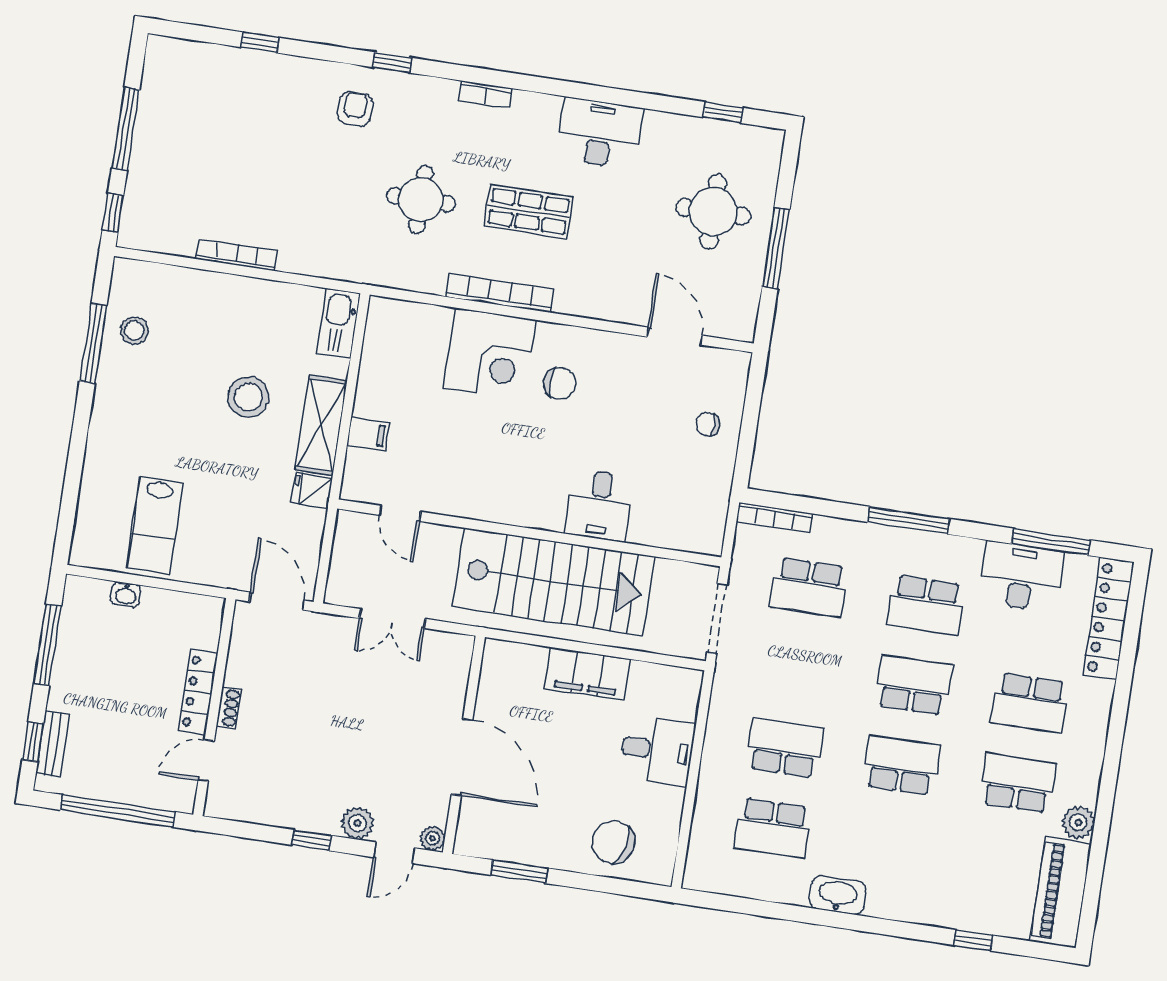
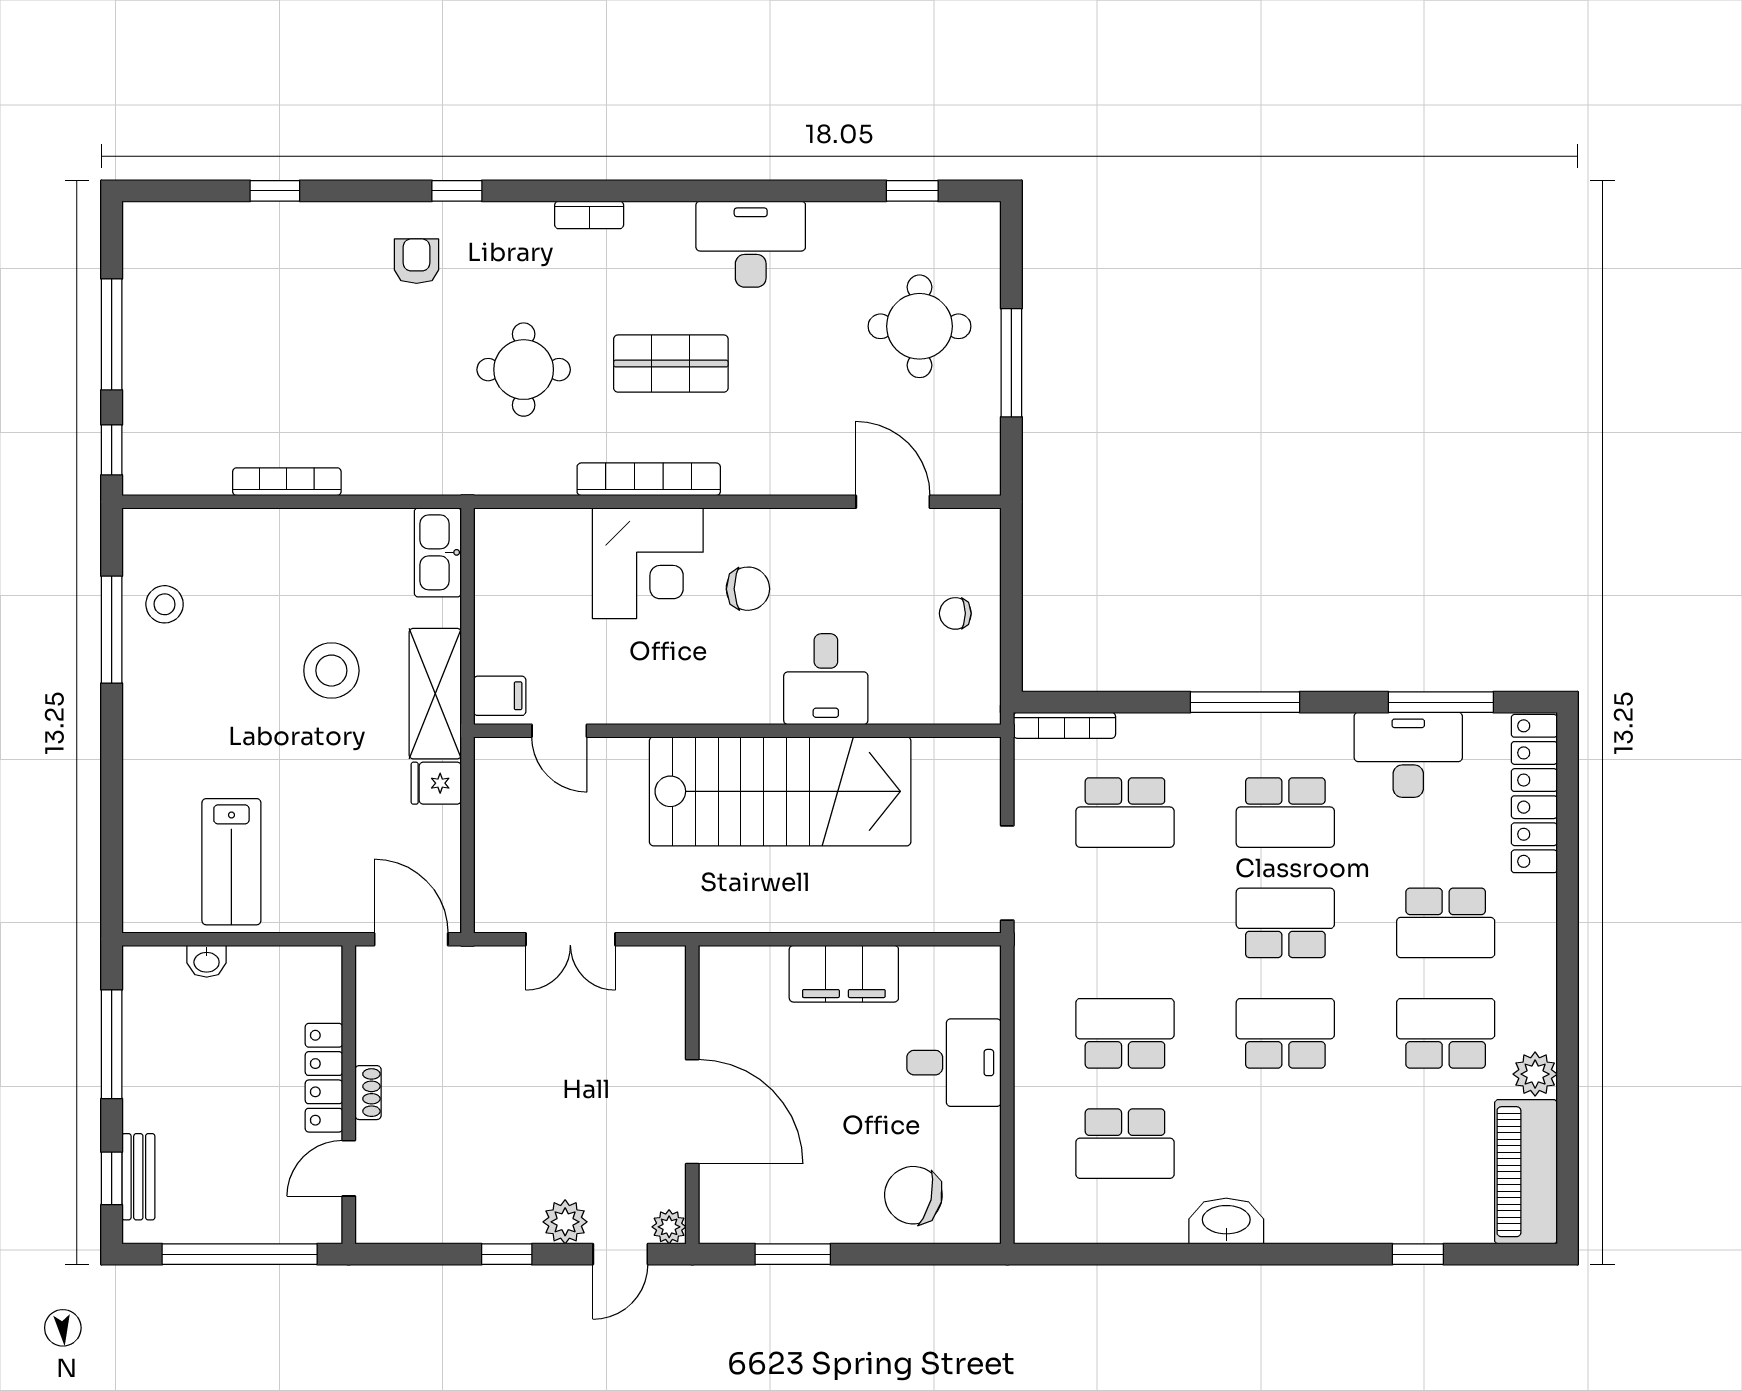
desk: (599, 505) -> (826, 679), moved
door: (400, 513) -> (559, 731), moved
wall: (529, 533) -> (737, 731), moved
stairs: (554, 582) -> (780, 791), moved

